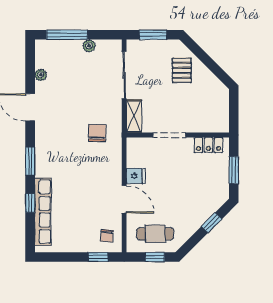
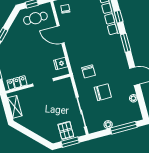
pallet: (182, 70) -> (66, 130), moved
chair: (84, 96) -> (103, 92), added
shelving: (134, 116) -> (15, 107), moved
fridge: (136, 176) -> (61, 63), moved

